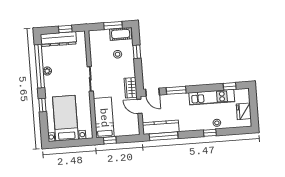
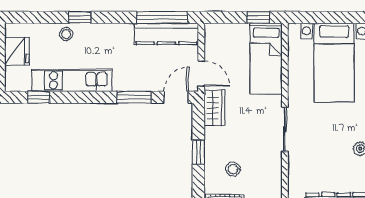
window: (137, 52) -> (198, 152), moved
door: (152, 92) -> (176, 97), hinge flipped

